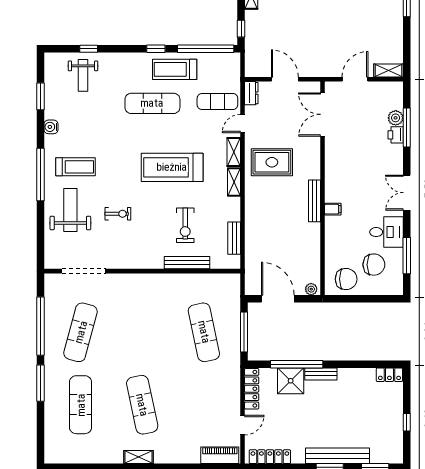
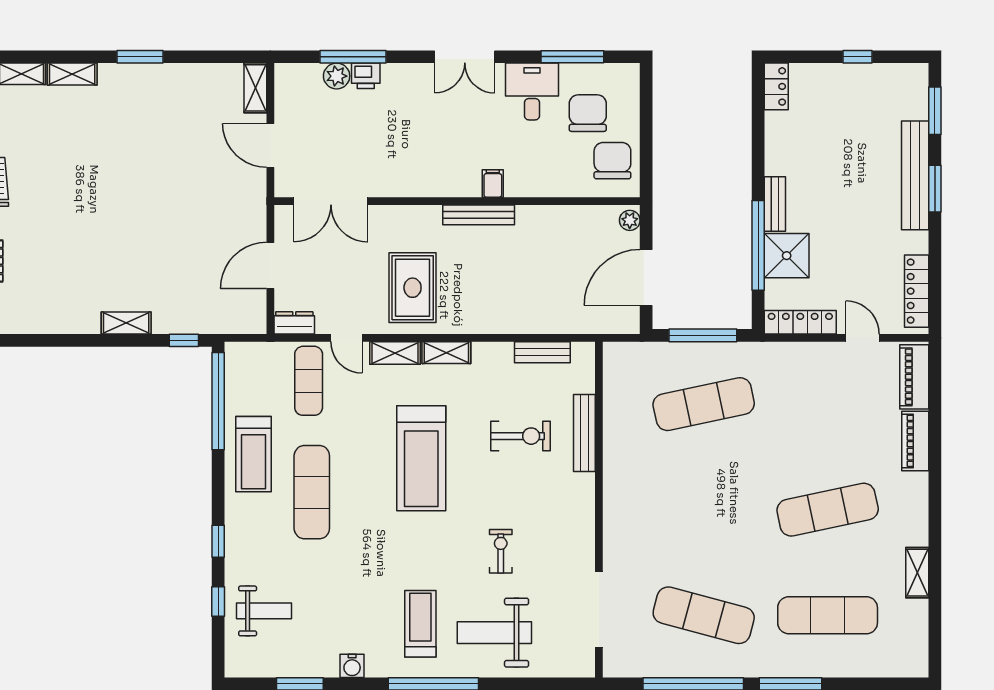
window: (156, 49) -> (218, 541), moved
piano: (182, 456) -> (915, 441), added
shelving: (138, 457) -> (917, 573), moved

